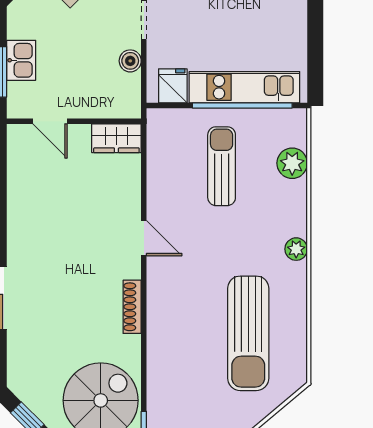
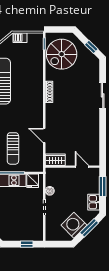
kitchen sink: (21, 60) -> (94, 202), moved
door: (144, 238) -> (44, 135), moved

